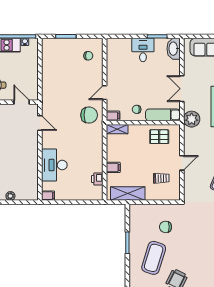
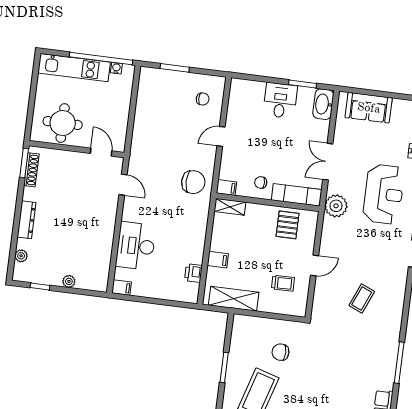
door: (105, 93) -> (221, 136), moved
pallet: (159, 137) -> (288, 225), turned 90

